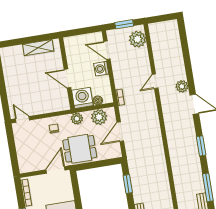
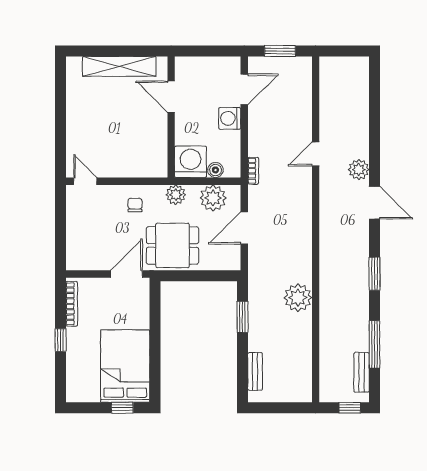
plant: (137, 39) -> (298, 298), moved
shelving: (38, 48) -> (119, 66), width x1.47
door: (107, 50) -> (244, 89), swing flipped
door: (67, 78) -> (171, 97), moved

